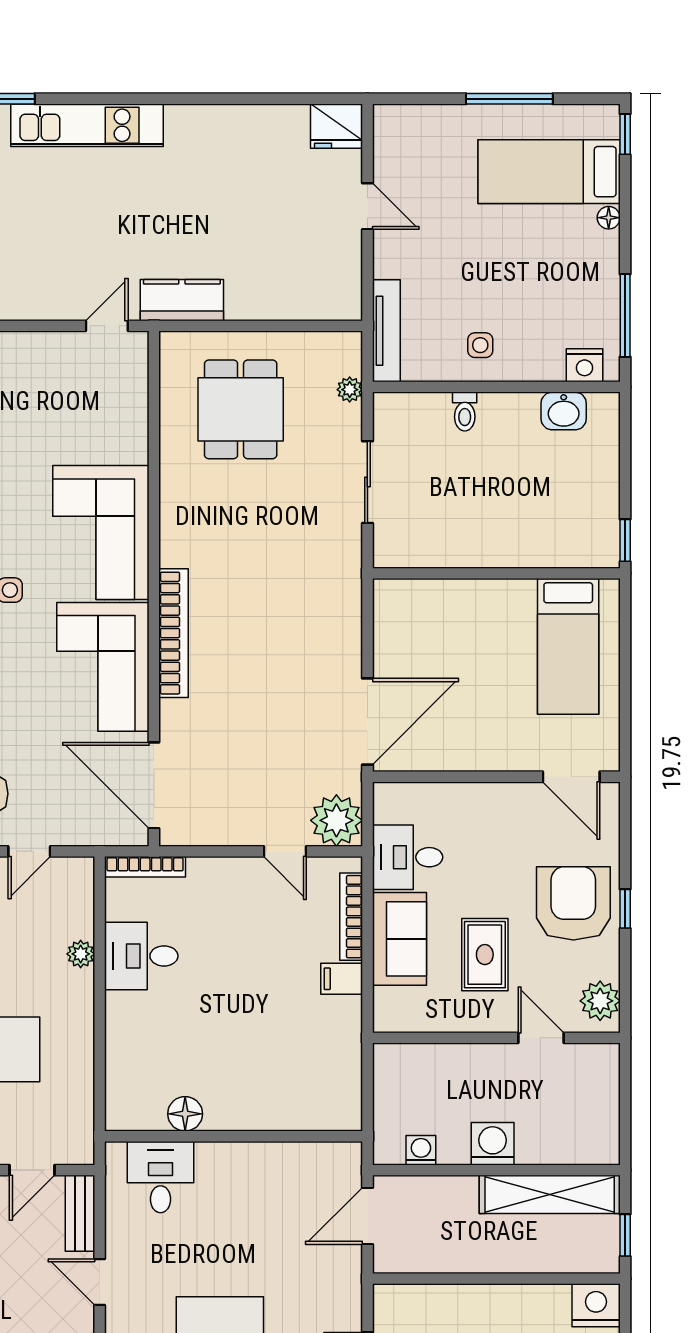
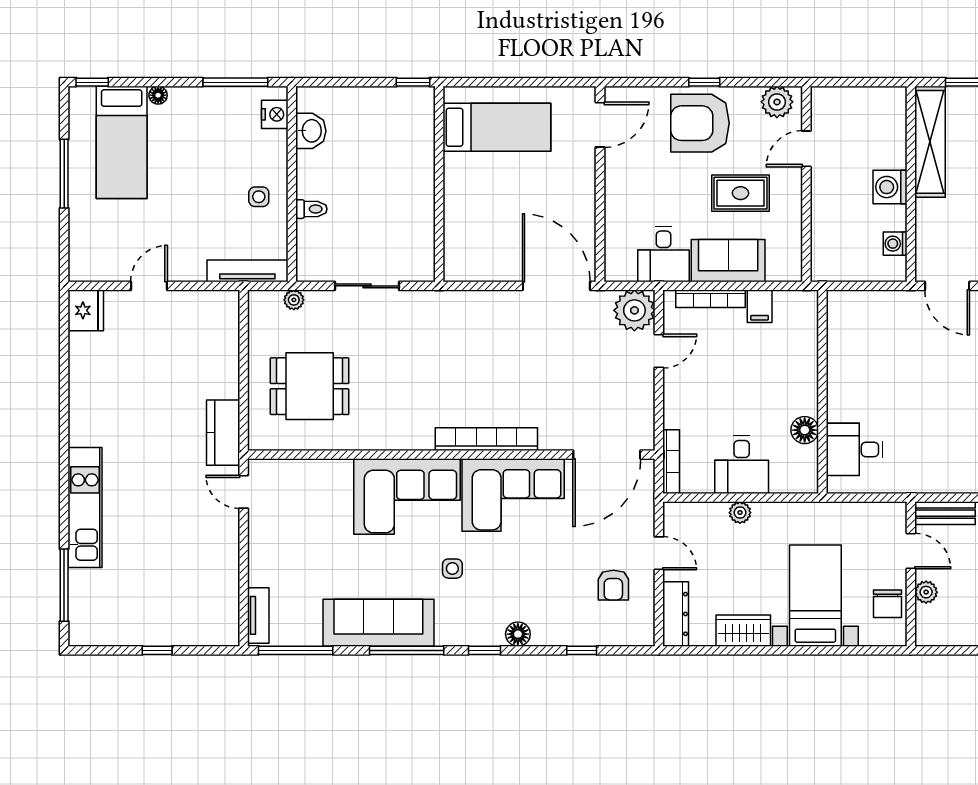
floor lamp: (185, 1114) -> (805, 430), moved
wall: (234, 1136) -> (822, 392), moved
desk: (161, 1177) -> (855, 449), moved

